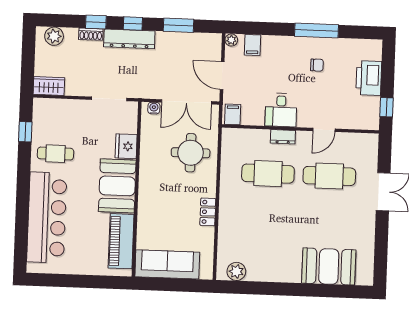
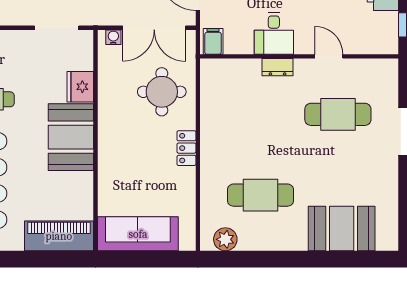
door: (324, 130) -> (329, 56), swing flipped
cafe table: (268, 174) -> (260, 195), moved
locker: (208, 212) -> (186, 148), moved
piano: (121, 241) -> (59, 236), moved, turned 90

